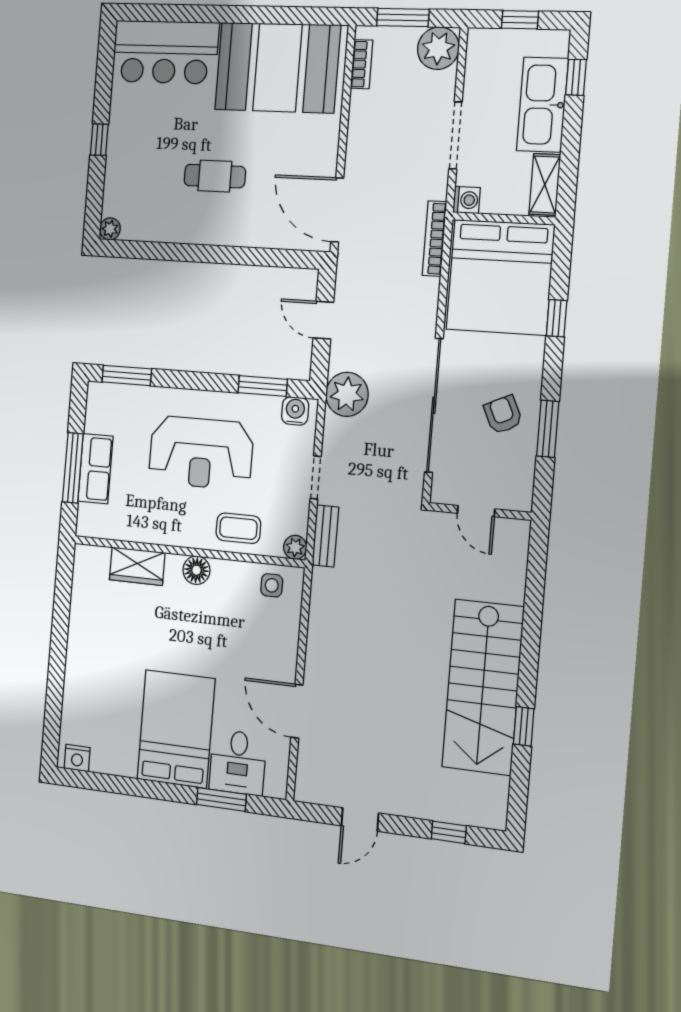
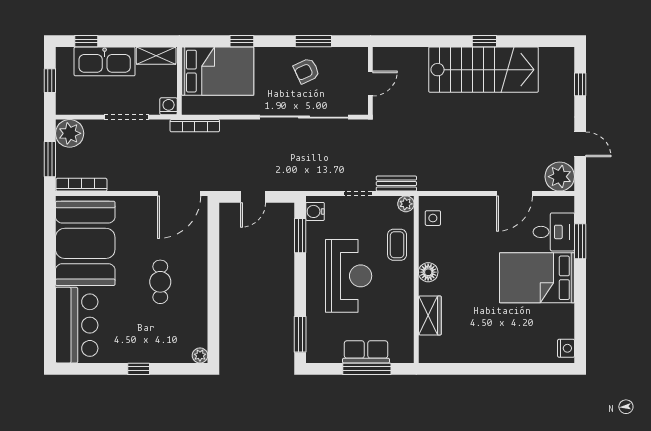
bookcase: (362, 64) -> (81, 185), width x1.56
bed: (500, 277) -> (218, 71), width x0.73
plant: (347, 394) -> (560, 177), moved
window: (524, 726) -> (484, 41), moved

